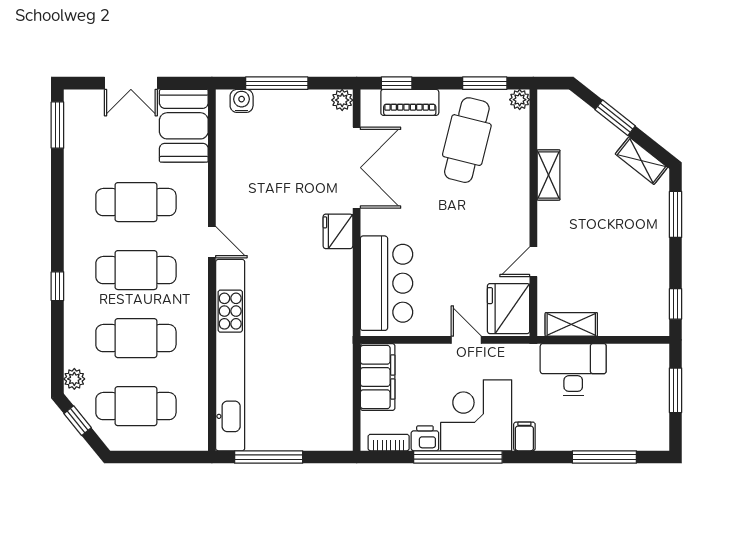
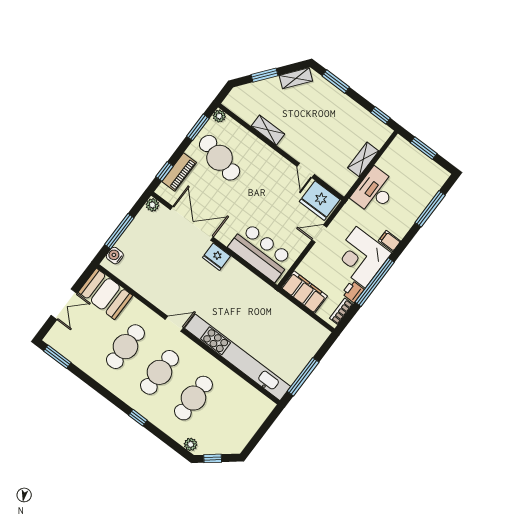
shelving: (571, 324) -> (363, 159), moved
cafe table: (136, 406) -> (227, 424), removed

